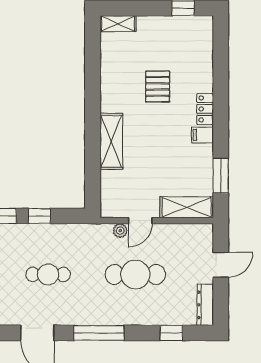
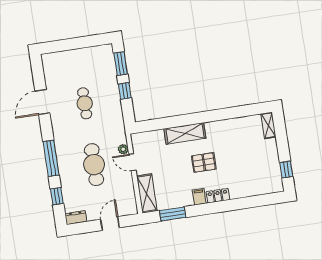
pallet: (158, 86) -> (204, 162), moved
door: (221, 265) -> (110, 224), swing flipped
dresser: (205, 305) -> (76, 218), width x0.70
window: (99, 333) -> (51, 158), moved

